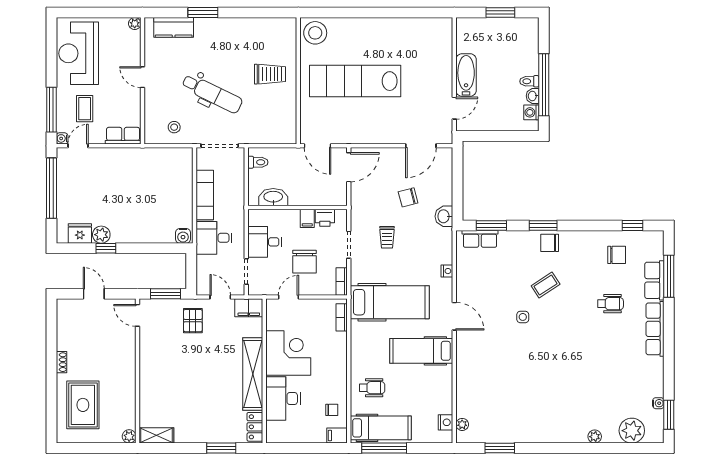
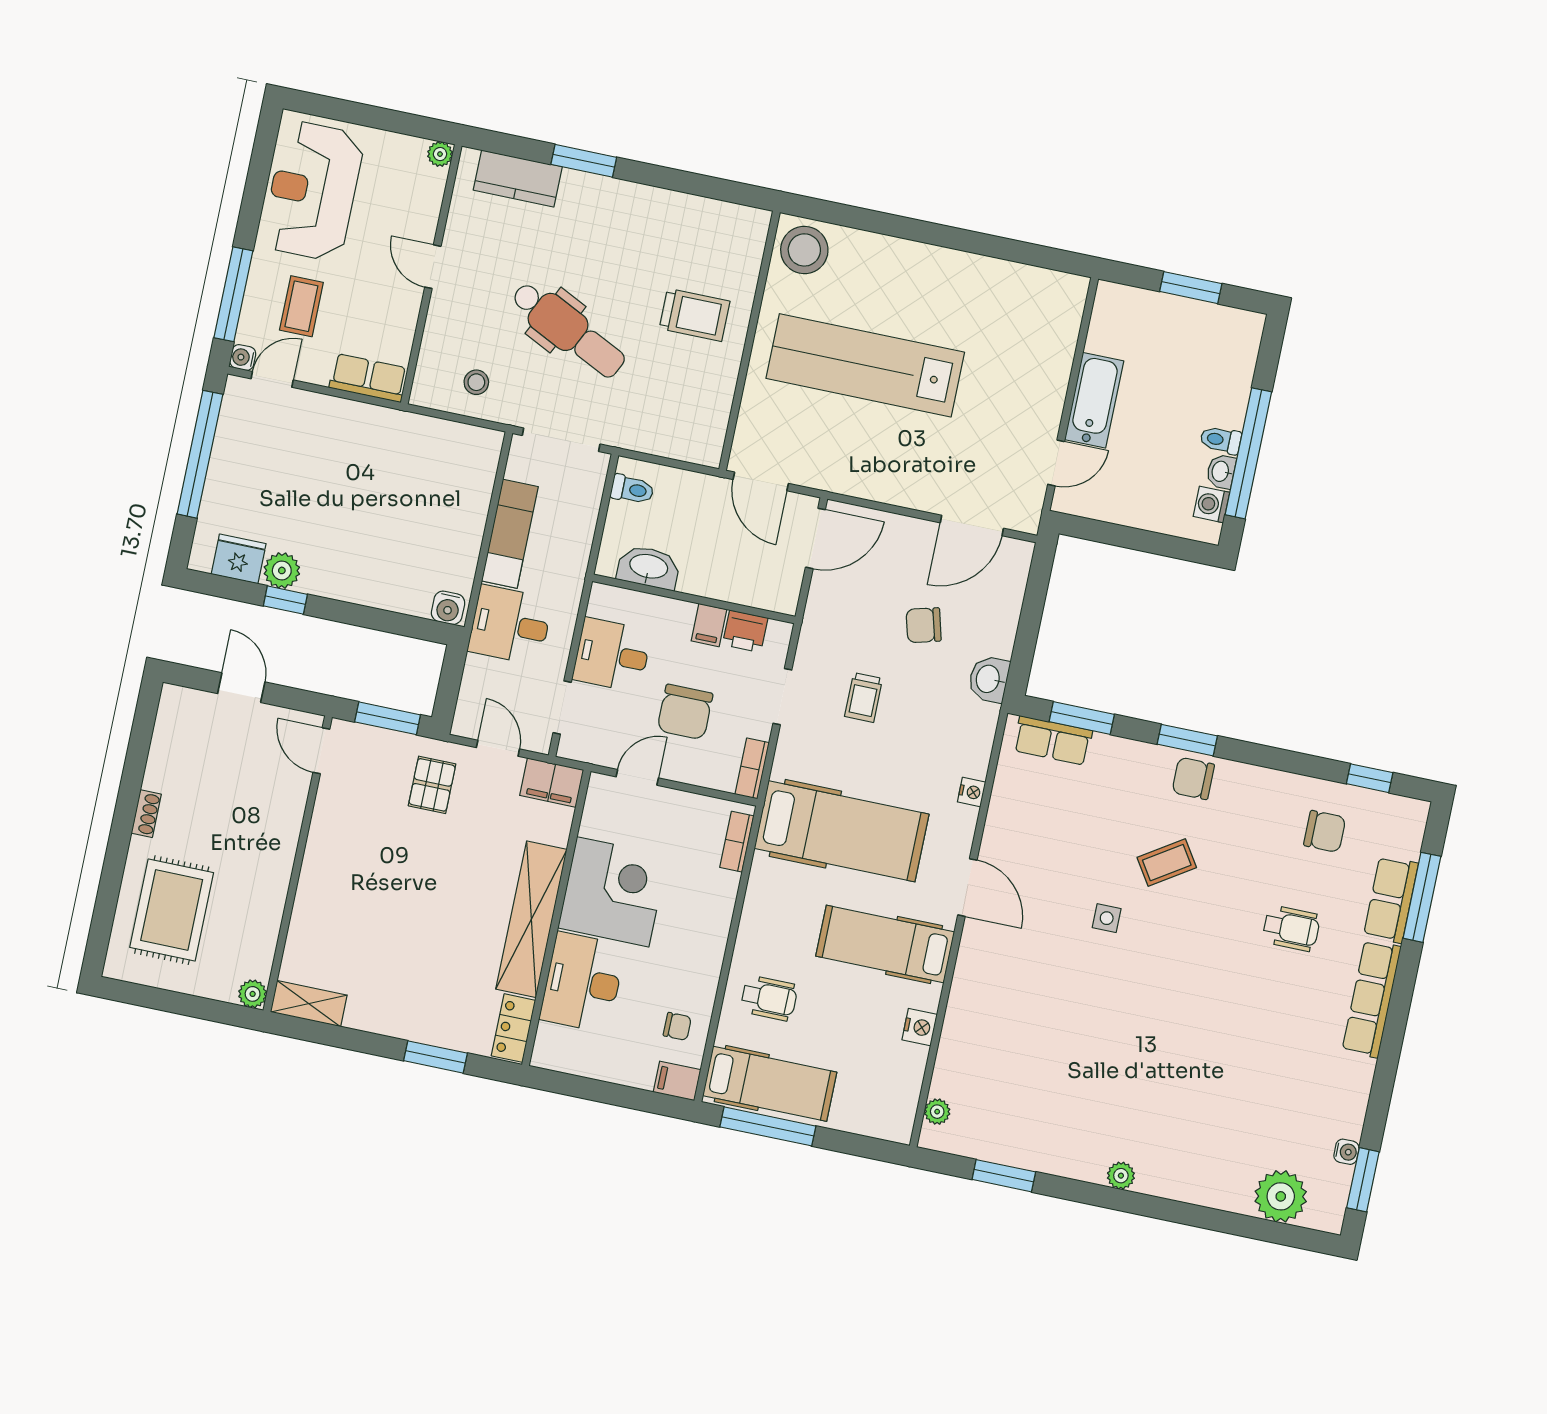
nightstand: (446, 422) -> (920, 1027), moved
plant: (595, 437) -> (1121, 1176), moved

